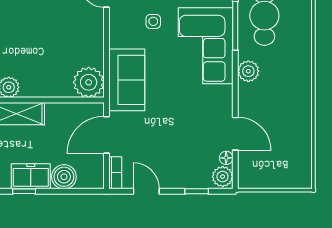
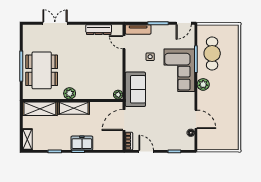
plant: (89, 82) -> (118, 95), width x0.53, depth x0.53
boiler: (64, 177) -> (100, 143), removed
plant: (223, 177) -> (189, 143), removed

